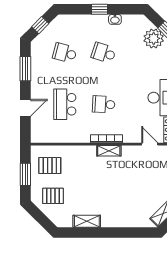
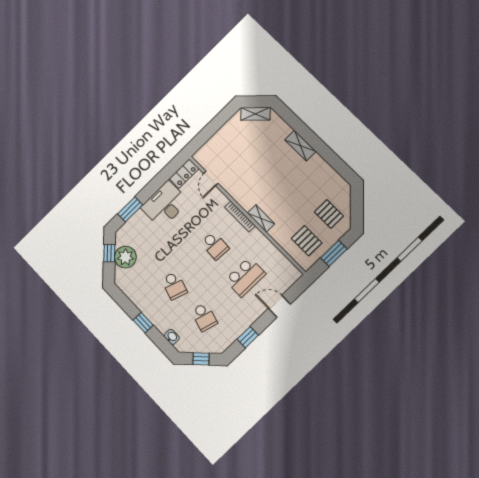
washbasin: (115, 19) -> (172, 337), moved
window: (25, 69) -> (248, 337), width x0.67
shelving: (109, 151) -> (261, 218), moved
shelving: (87, 221) -> (300, 146), moved

